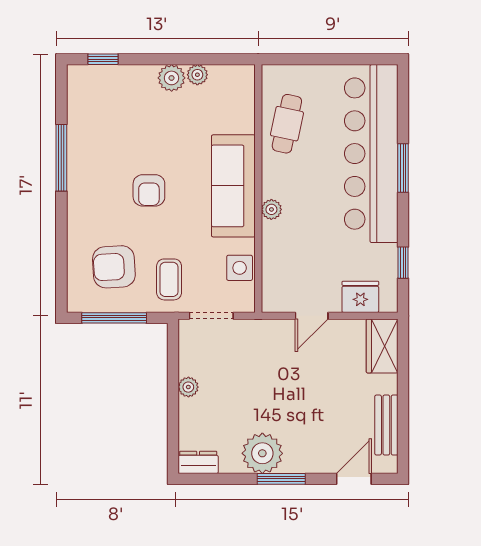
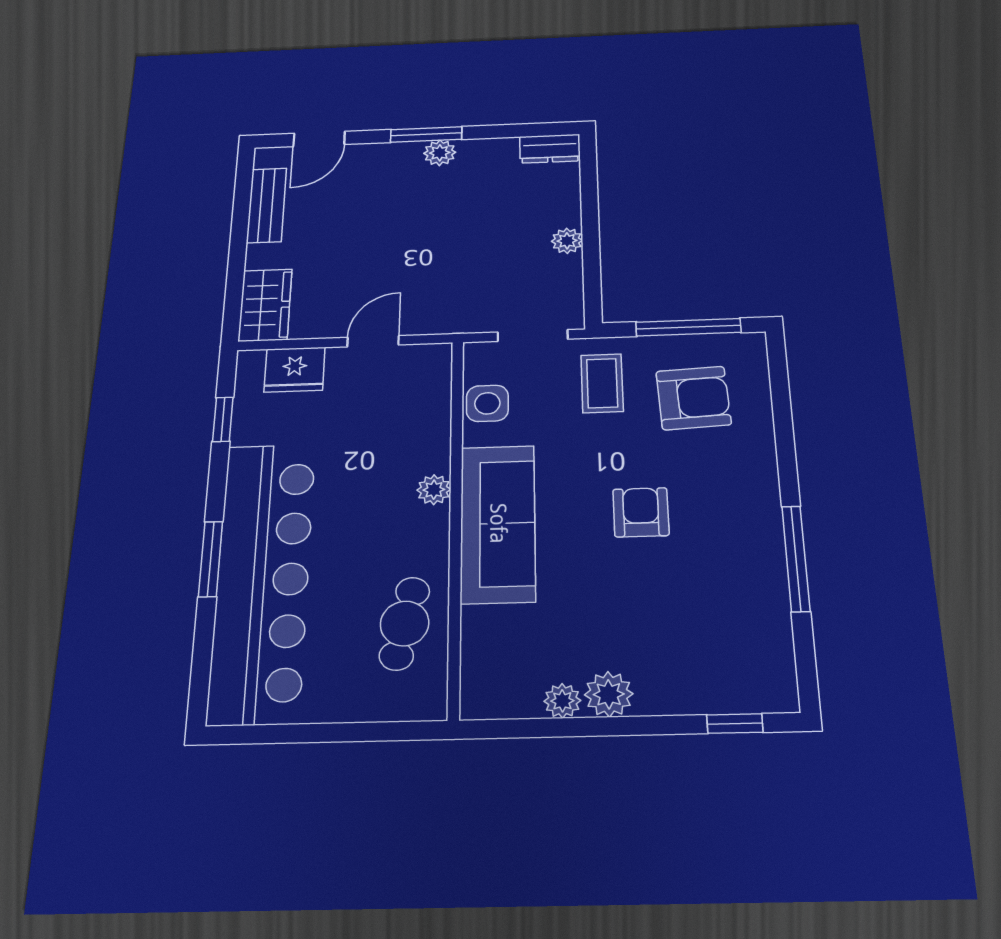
plant: (262, 453) -> (440, 153), width x0.53, depth x0.53

